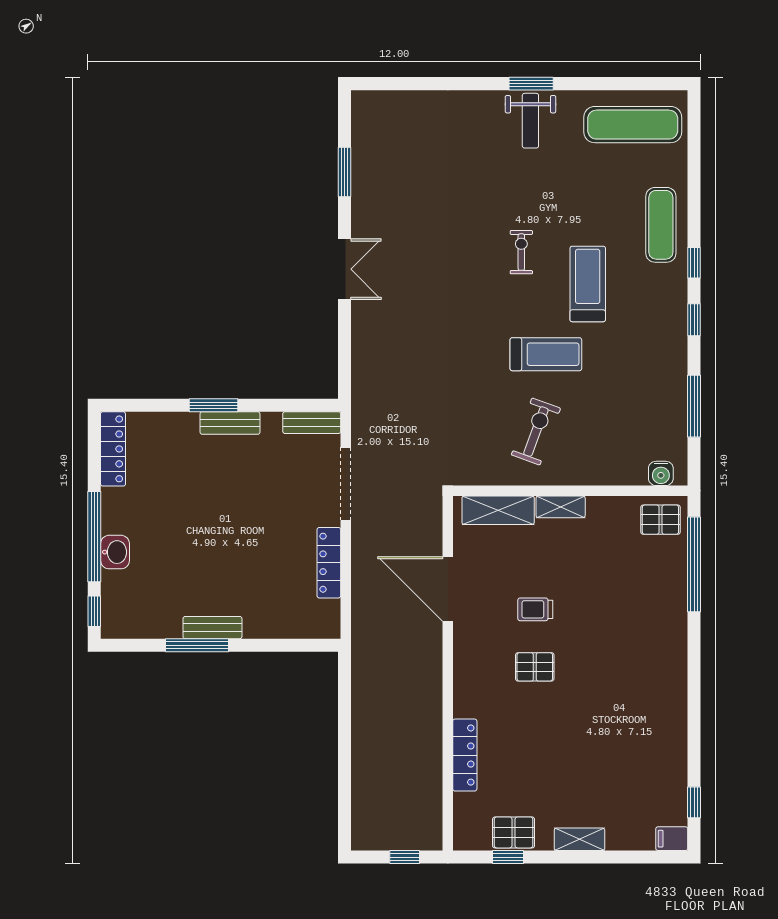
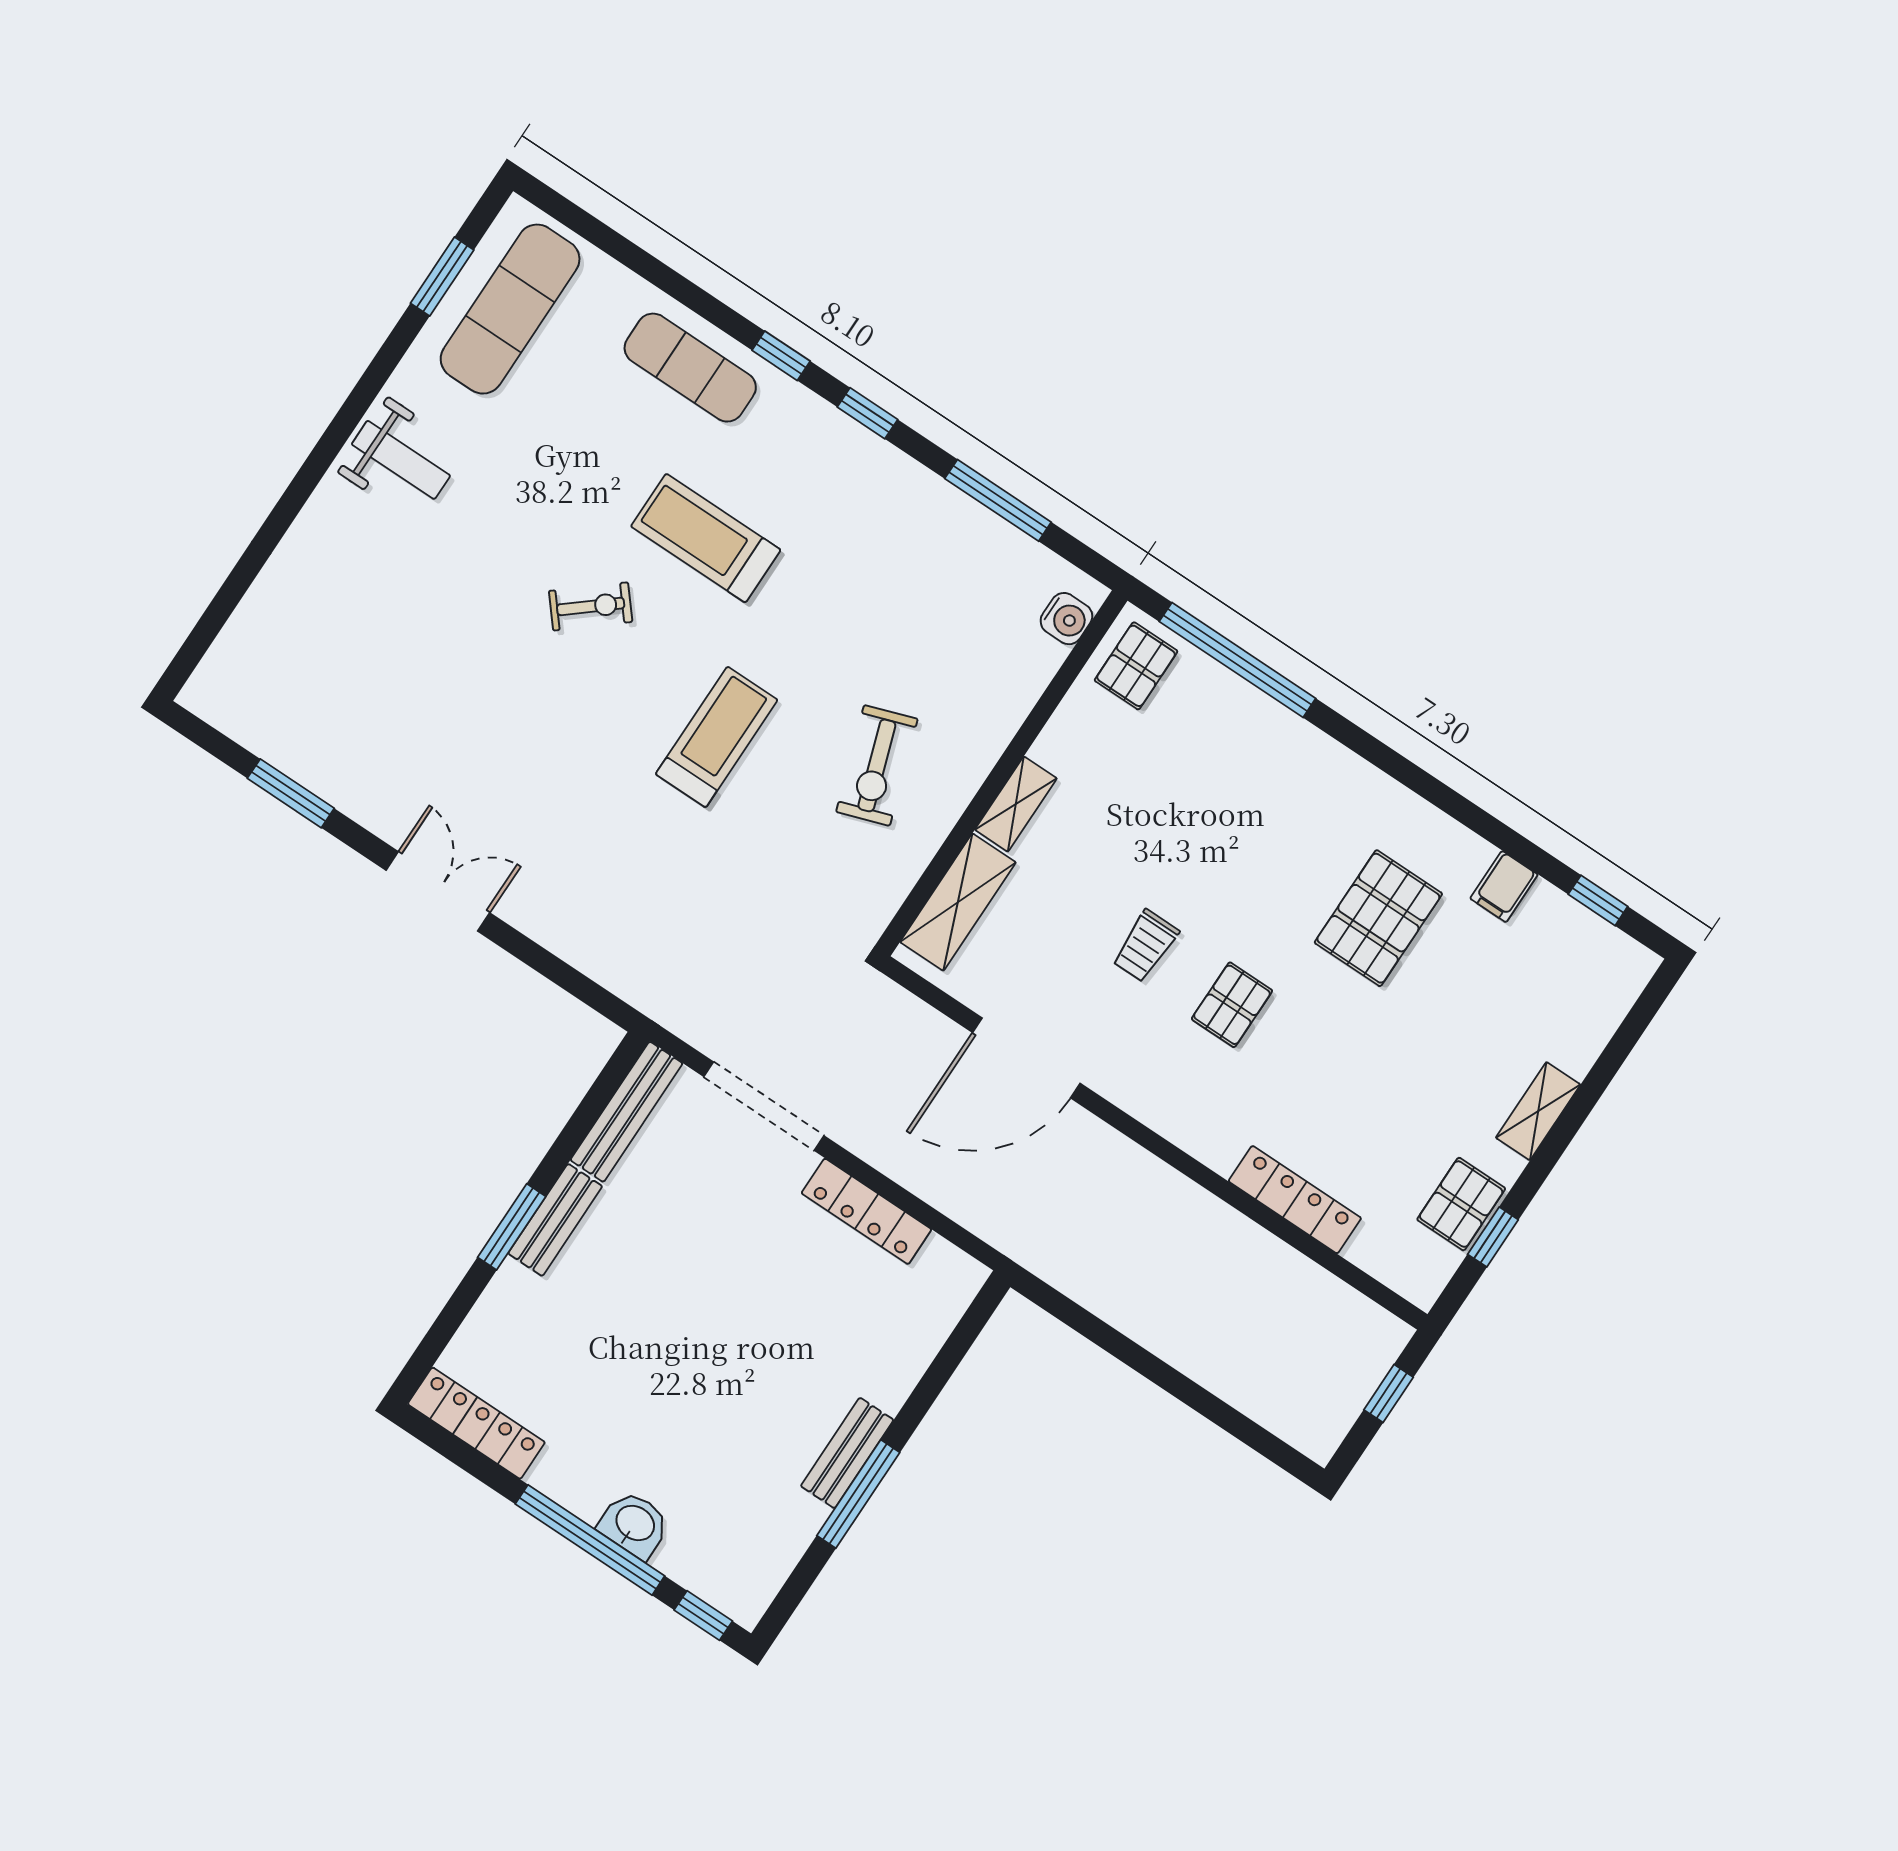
window: (531, 84) -> (442, 277), moved
exercise bike: (521, 252) -> (591, 606), turned 140
treadmill: (546, 354) -> (717, 737), moved
bench: (312, 423) -> (627, 1112), width x1.36
exercise bike: (536, 432) -> (877, 765), turned -129
pallet: (619, 707) -> (1378, 918), added
filing cabinet: (672, 839) -> (1504, 887), moved

